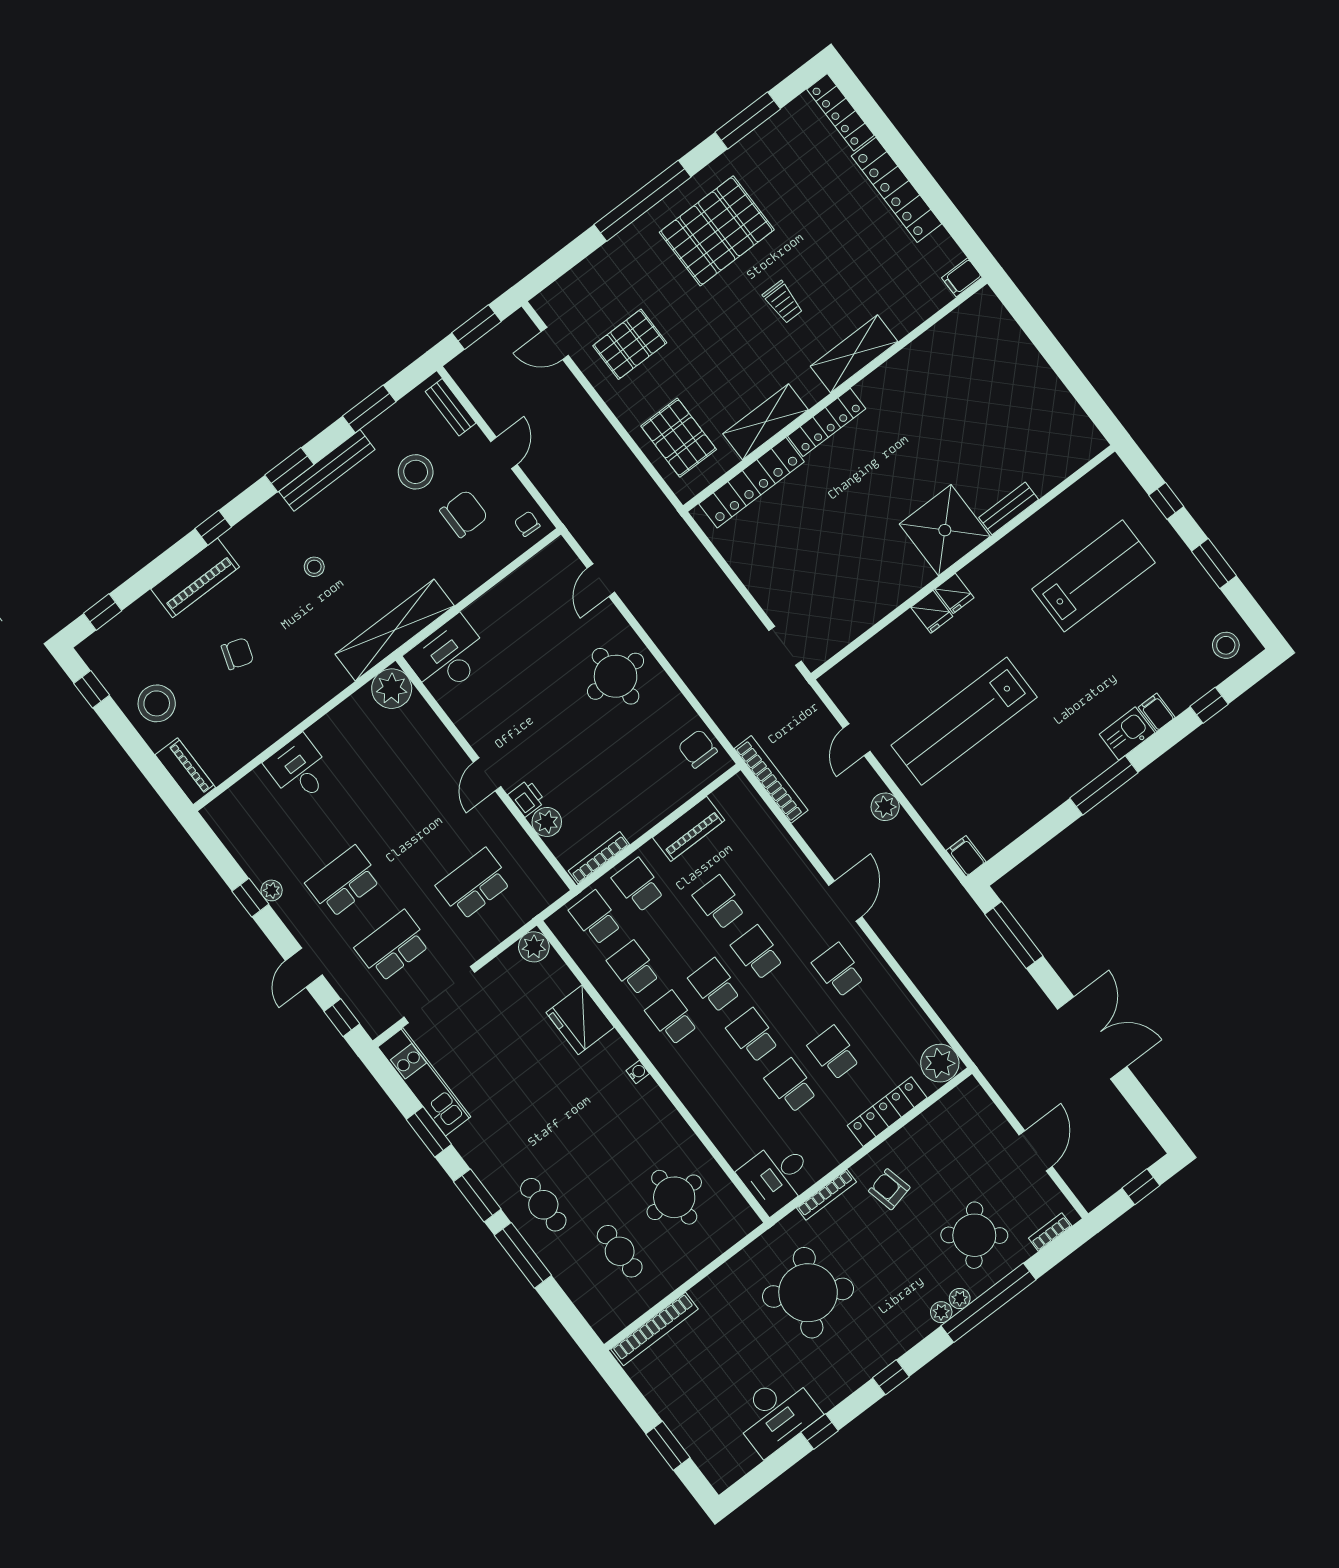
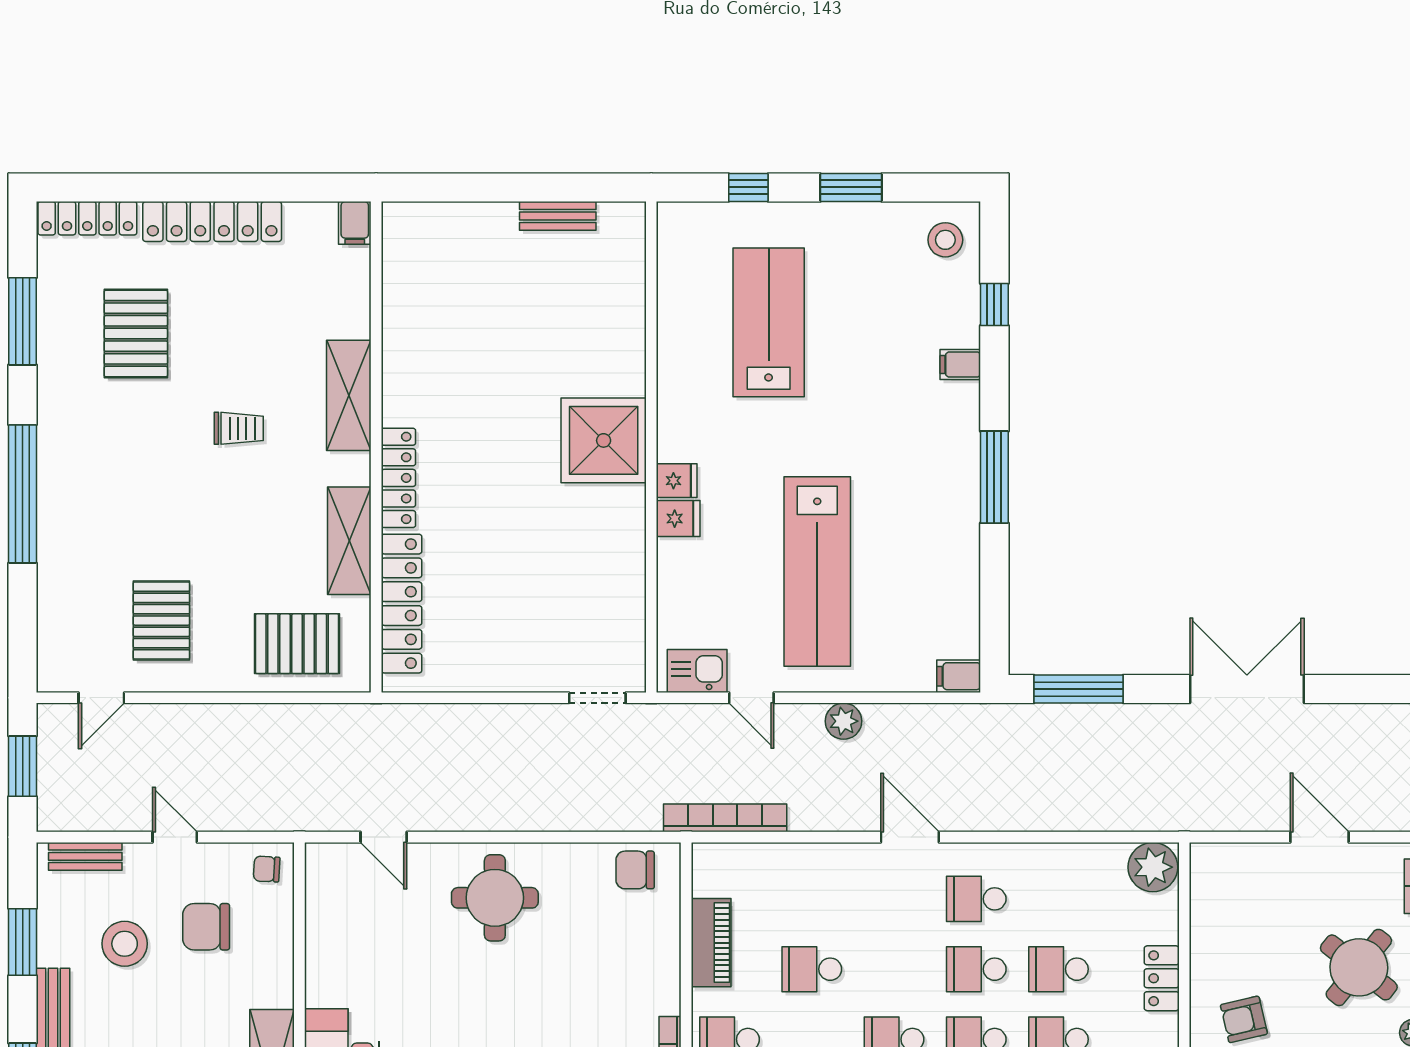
pallet: (717, 231) -> (136, 333), moved, width x0.73, depth x0.71
bench: (1009, 508) -> (558, 216), moved, turned 90
chair: (464, 514) -> (206, 927), turned -90
kitchen sink: (1127, 734) -> (697, 671), moved, turned 90
school desk: (757, 953) -> (976, 969), moved
locker: (887, 1112) -> (1162, 978), width x0.66

